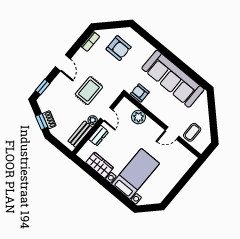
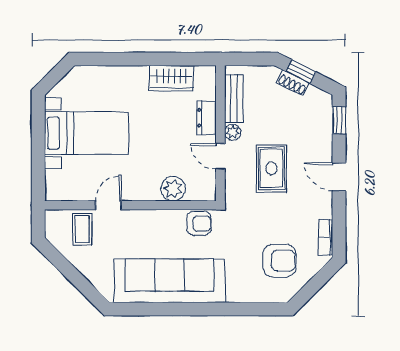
armchair: (119, 48) -> (279, 261), turned 180
bed with nightstands: (135, 174) -> (86, 133), moved, turned -90

